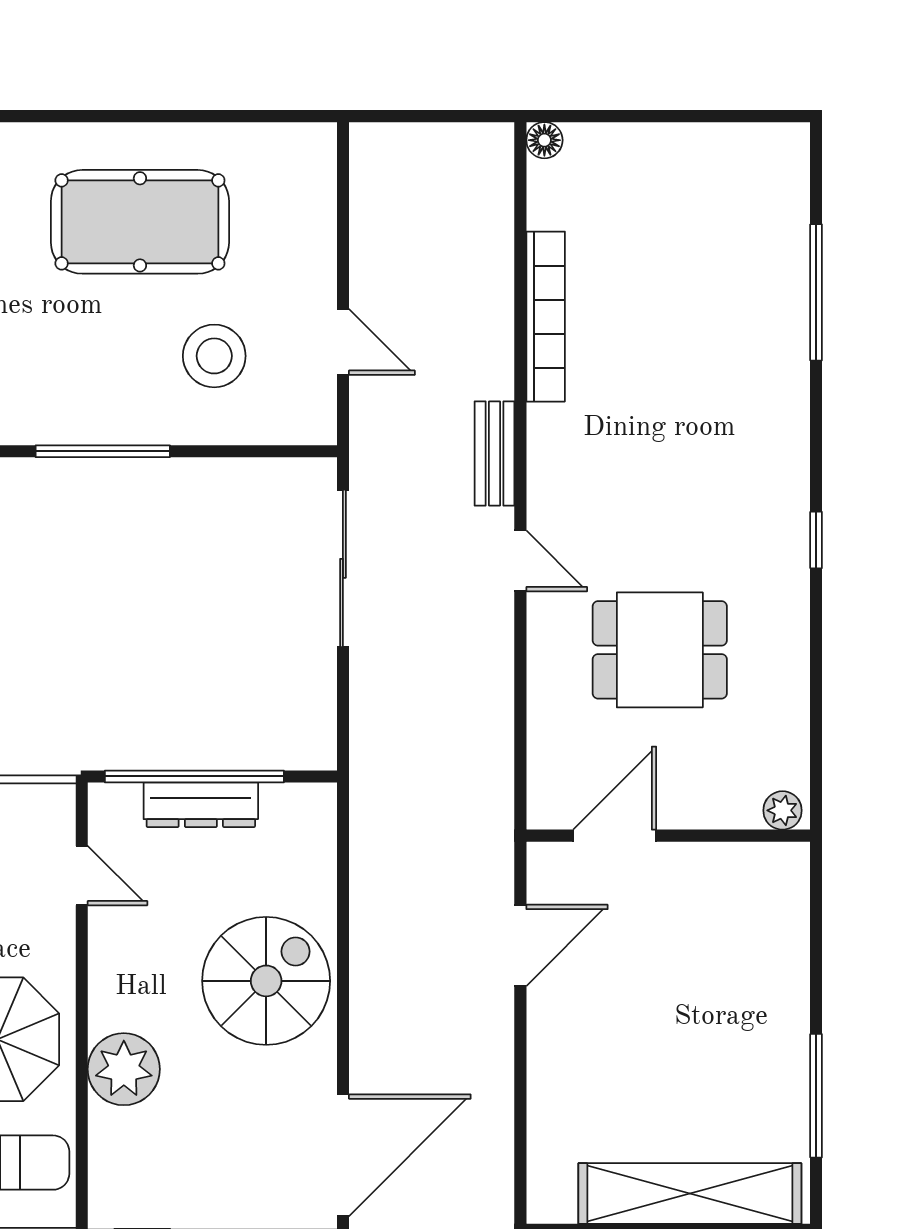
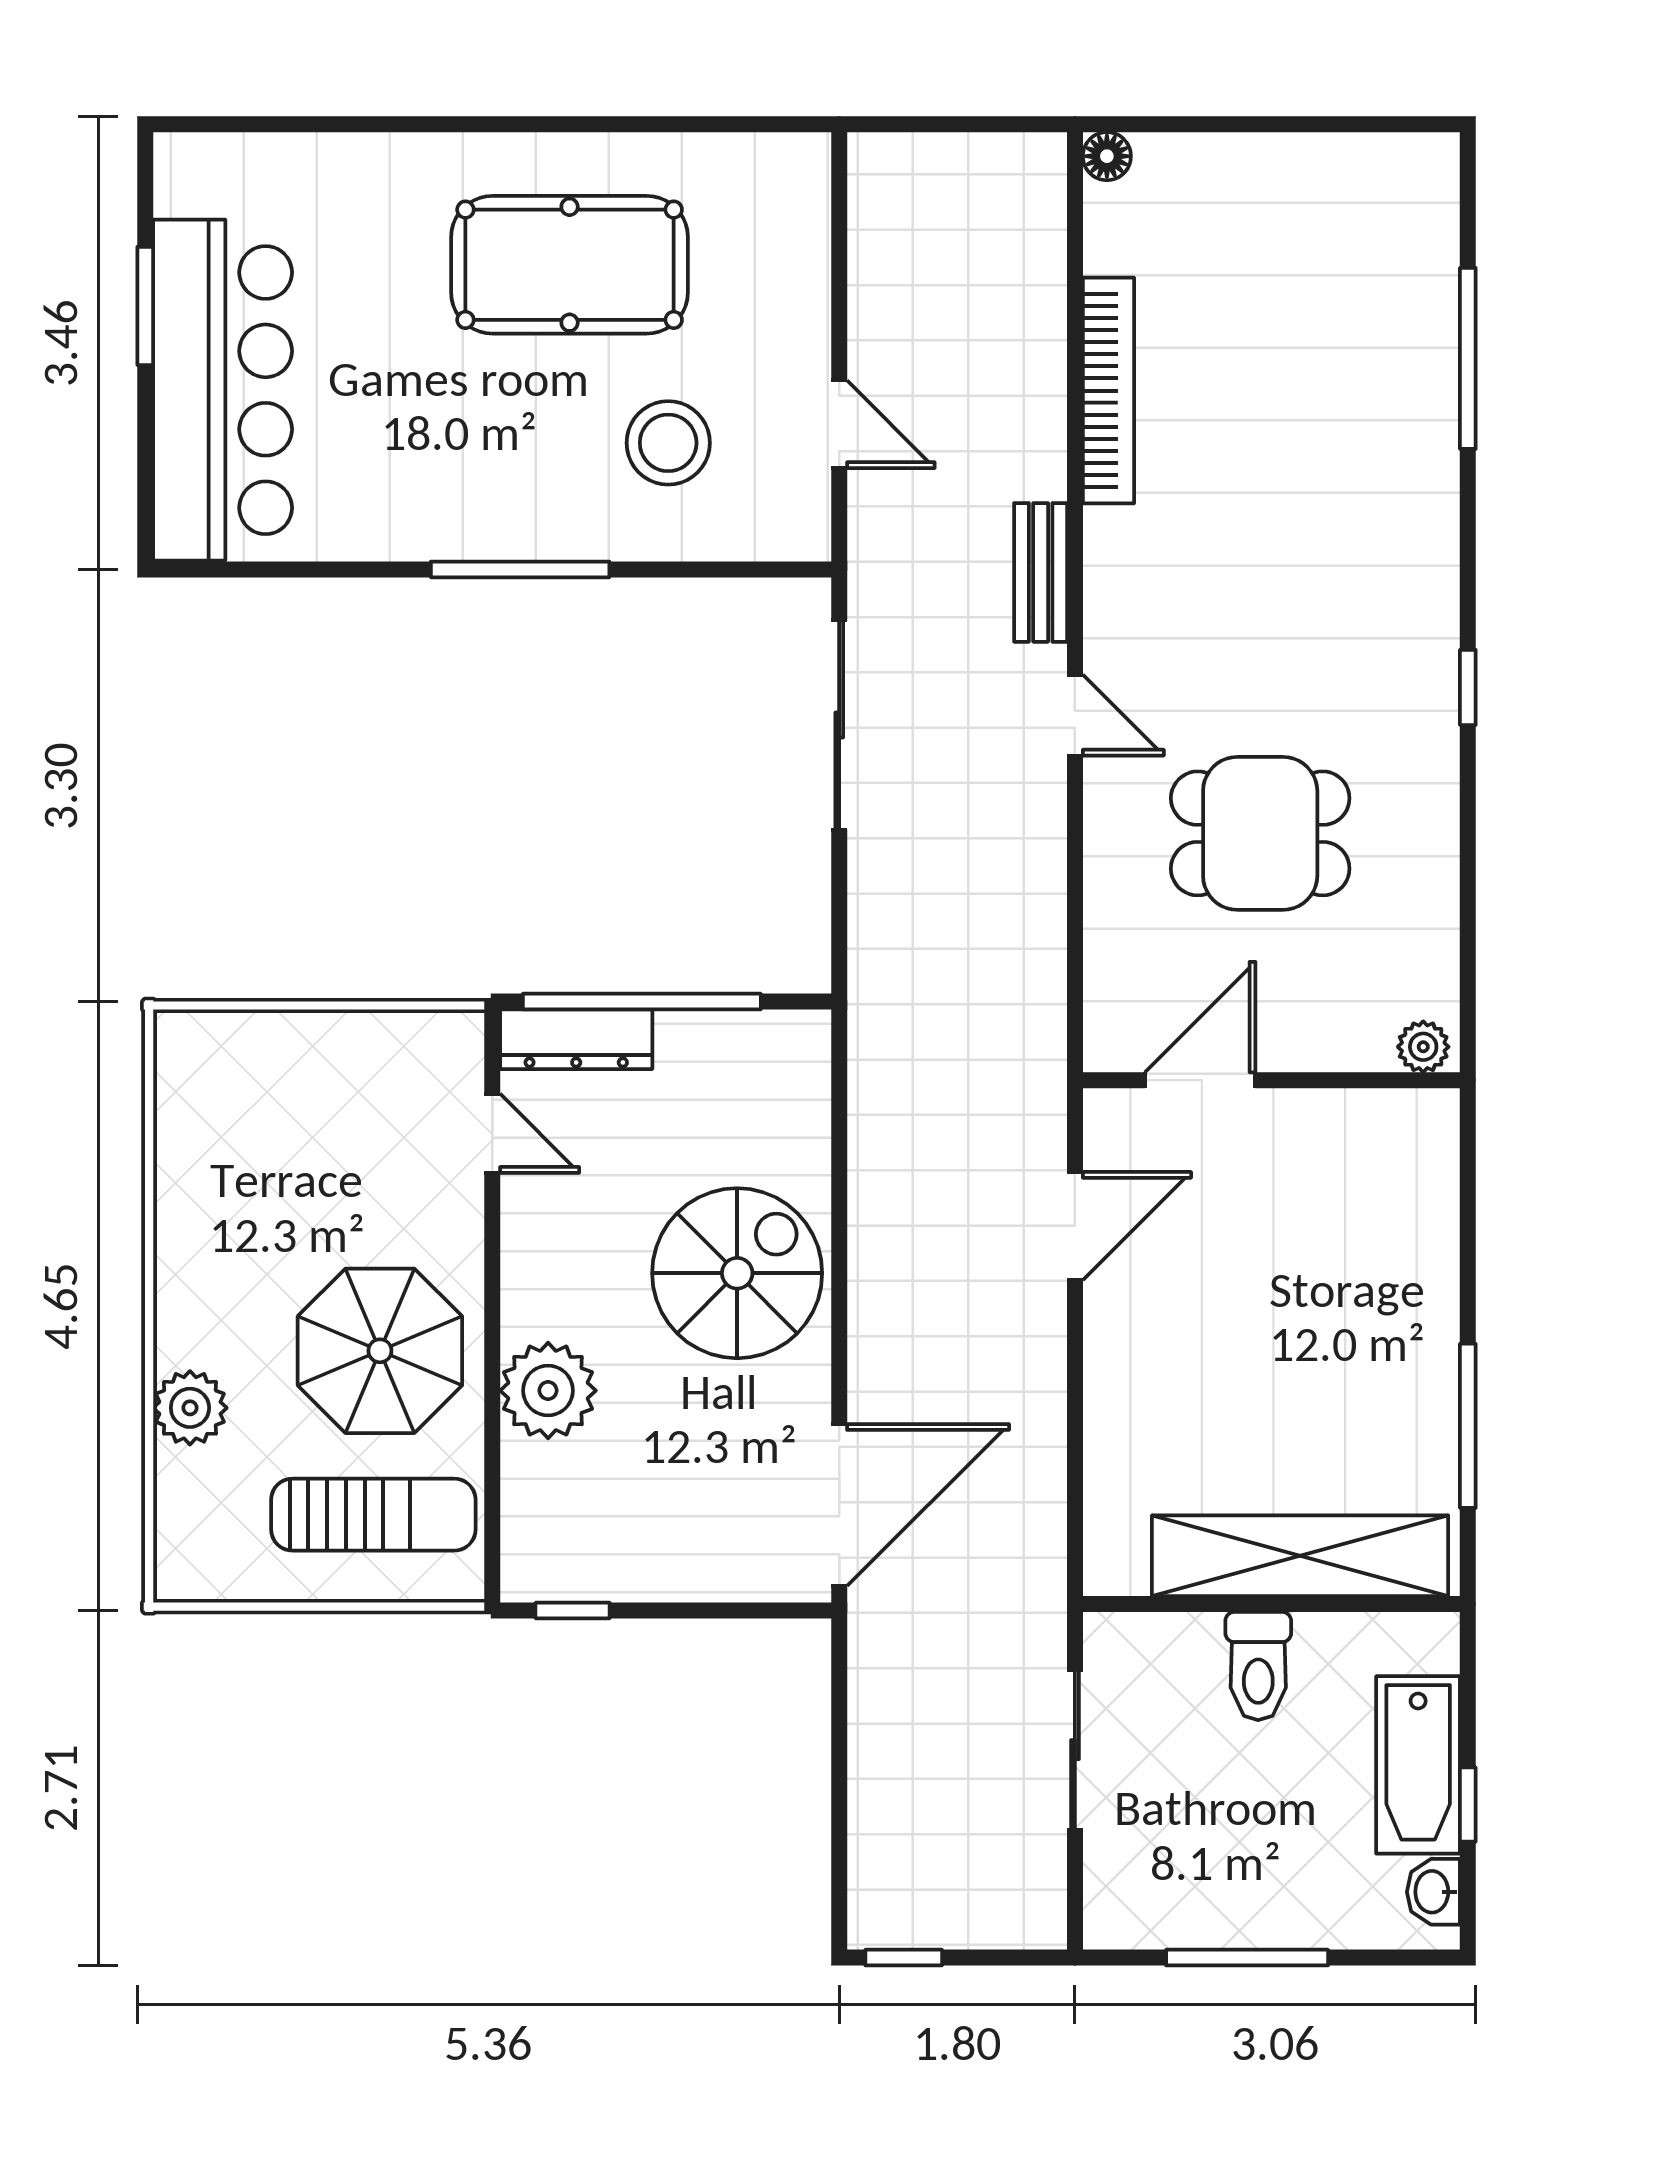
dresser: (201, 805) -> (576, 1039), moved

